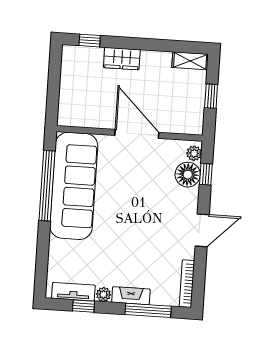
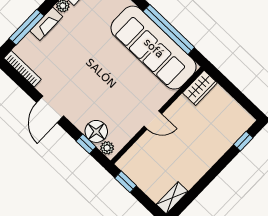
wardrobe: (122, 59) -> (200, 88), moved, turned 180
window: (211, 96) -> (126, 182), moved
door: (137, 134) -> (153, 120), width x0.53

